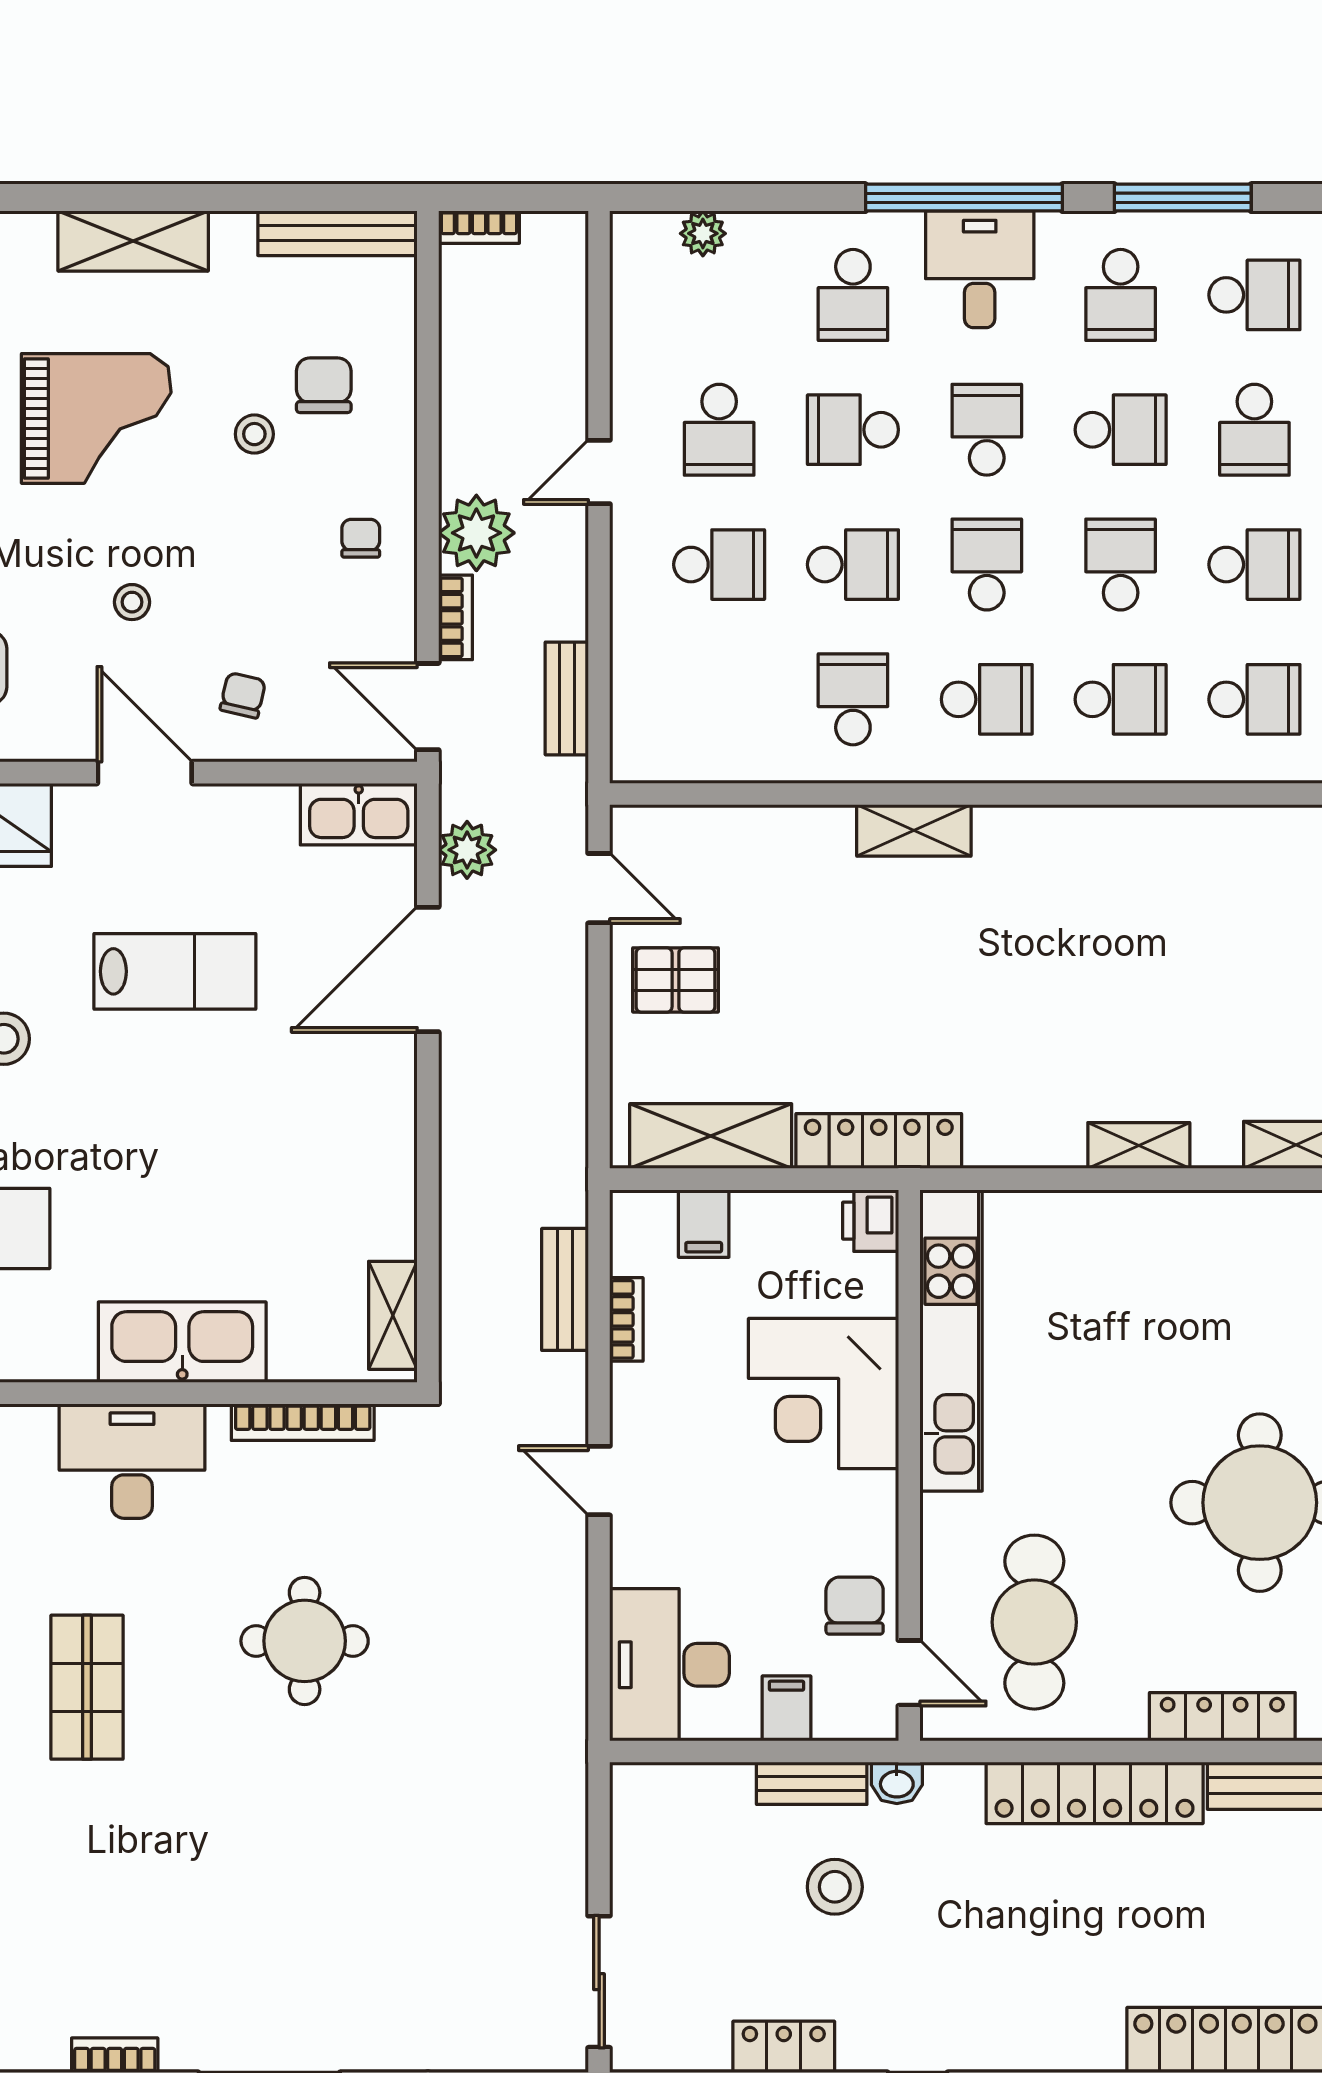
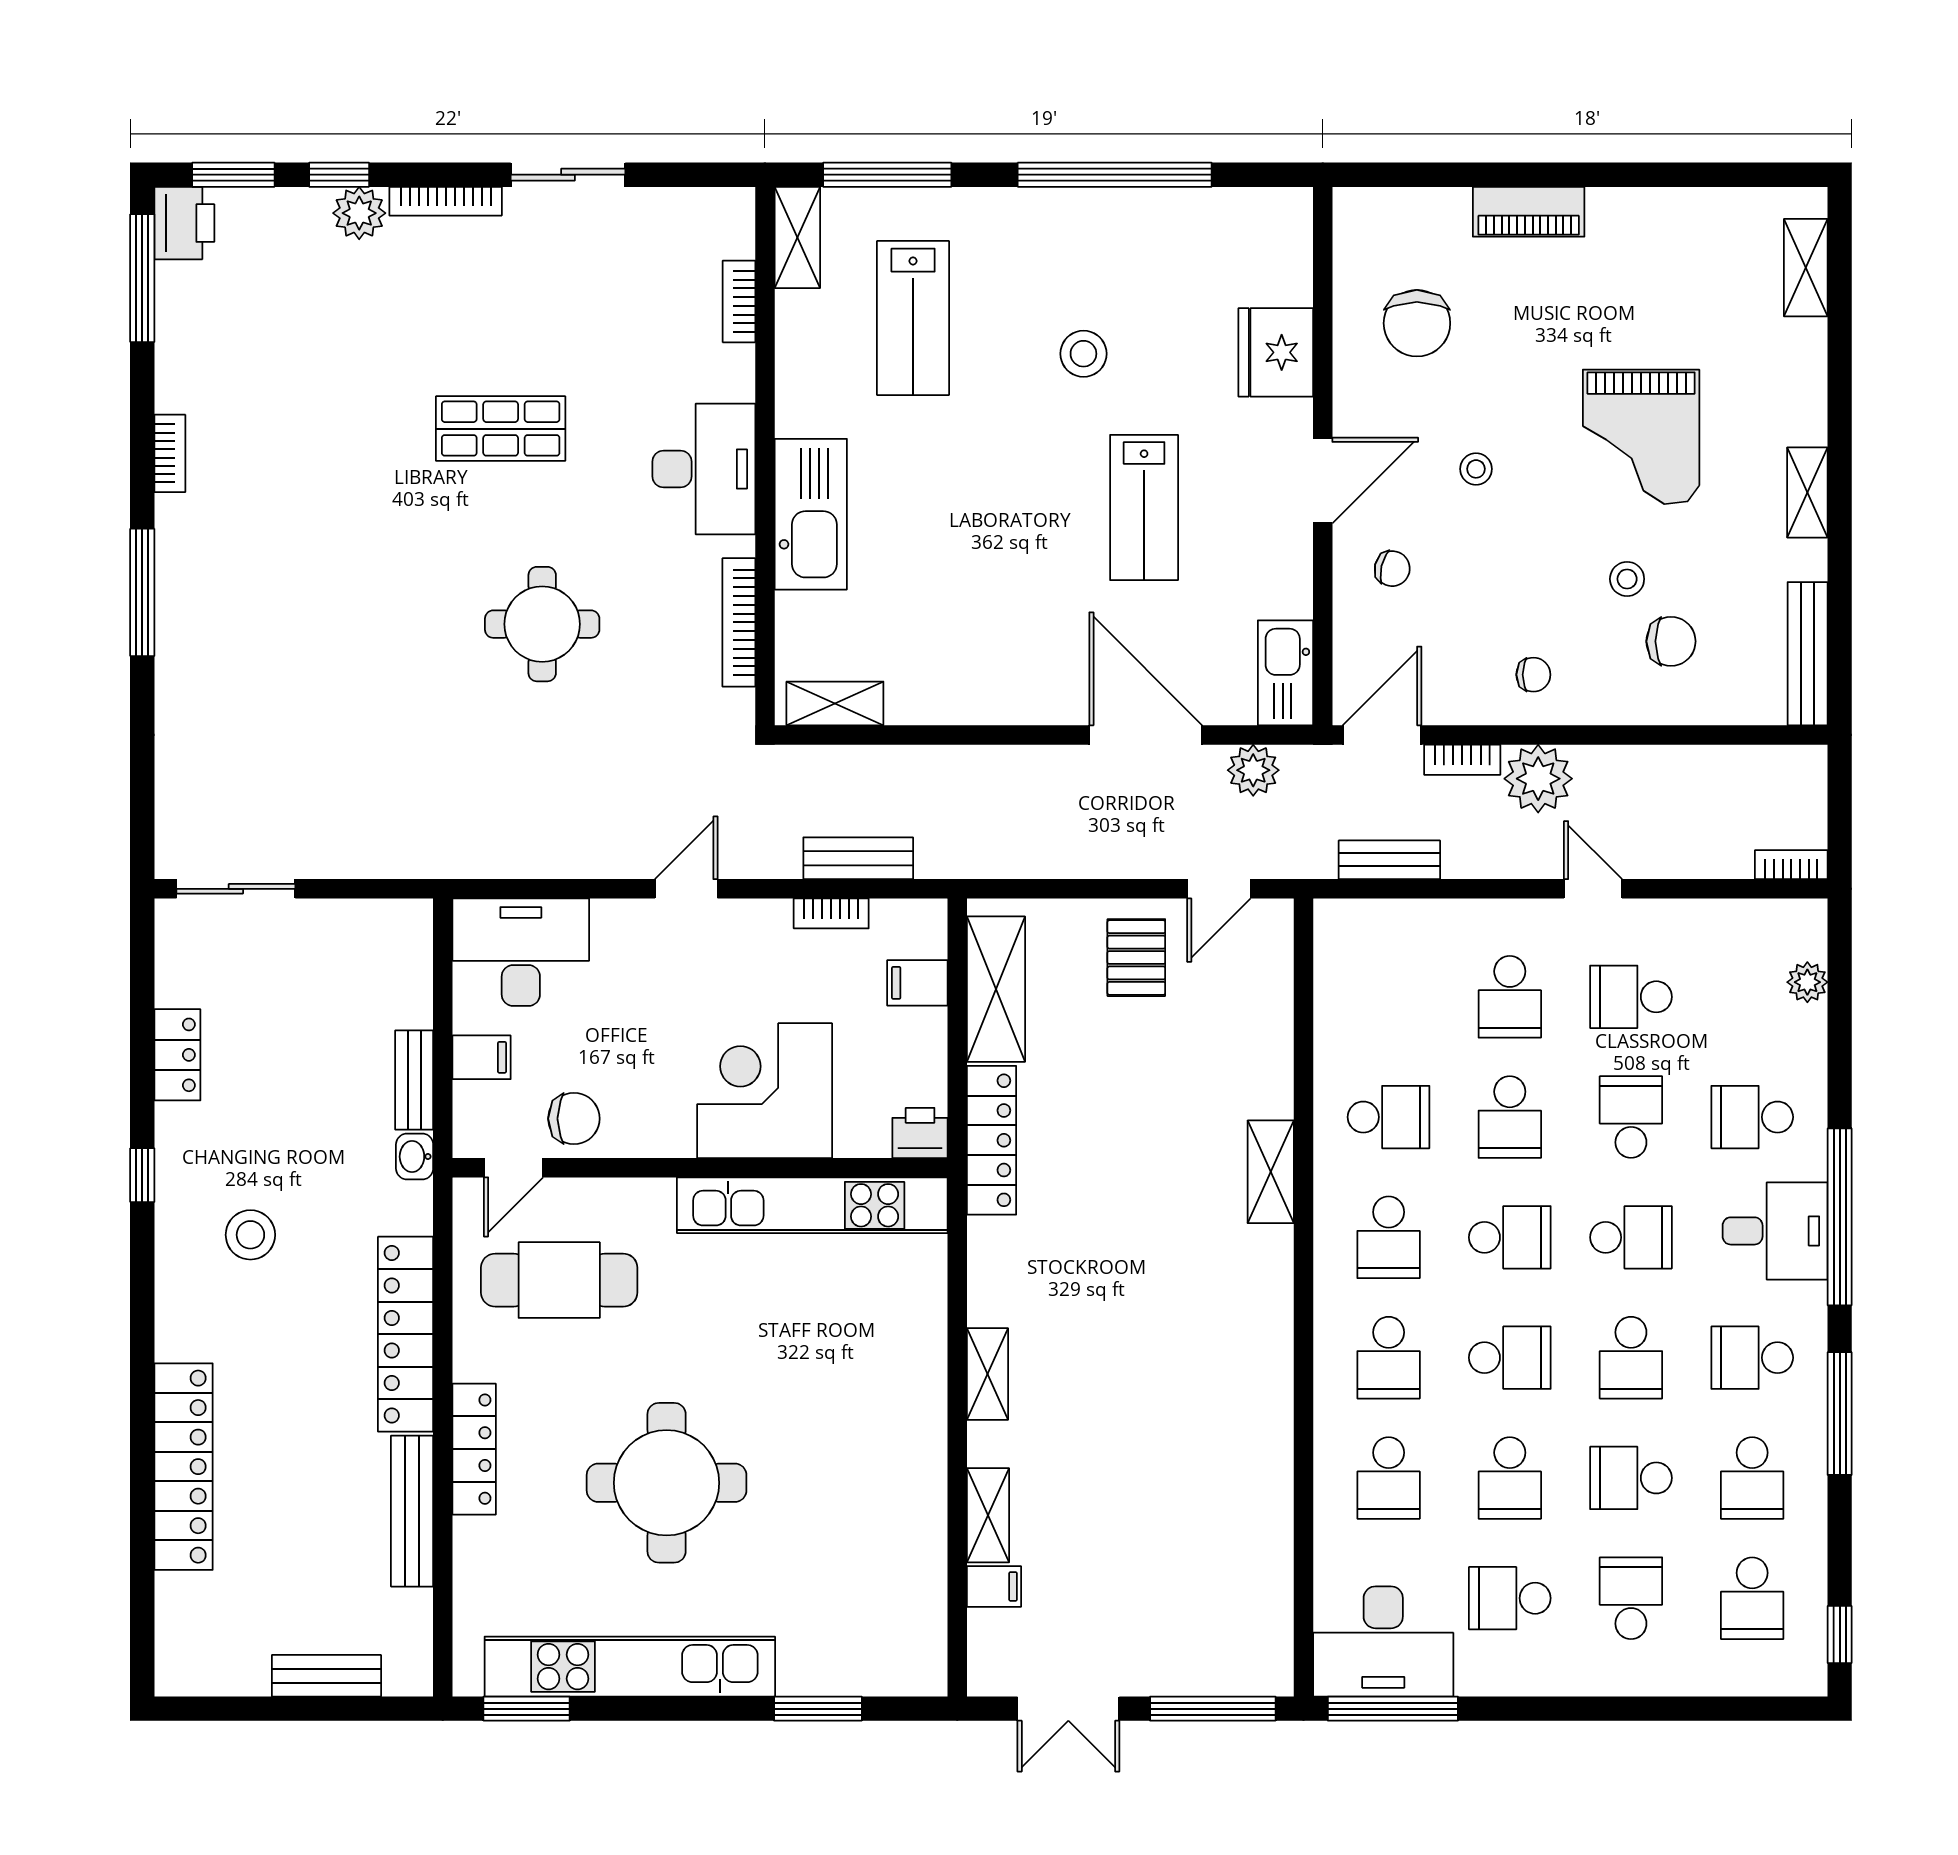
bookcase: (479, 227) -> (1791, 865), moved, turned 90
shelving: (133, 241) -> (1807, 493), width x0.67, depth x0.75
stool: (835, 1887) -> (250, 1235), moved

